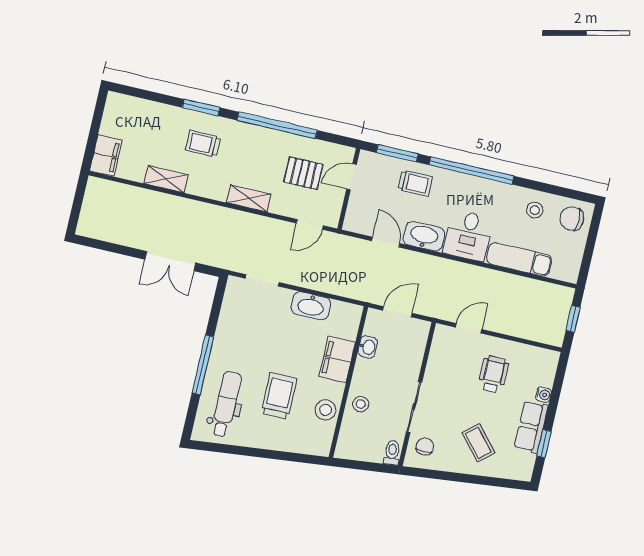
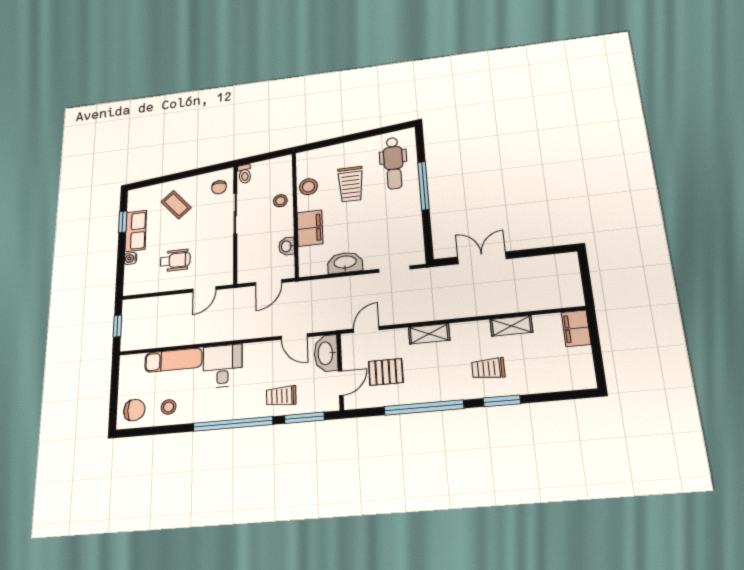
trolley: (203, 144) -> (488, 368), turned 180
washbasin: (424, 236) -> (326, 353), moved, turned 90
wheelchair: (493, 374) -> (175, 260), turned -90

